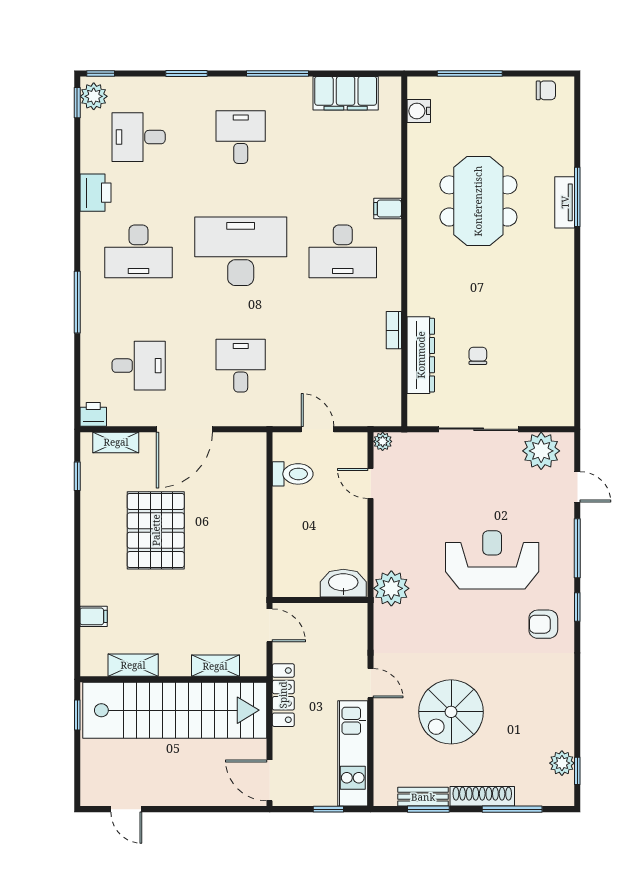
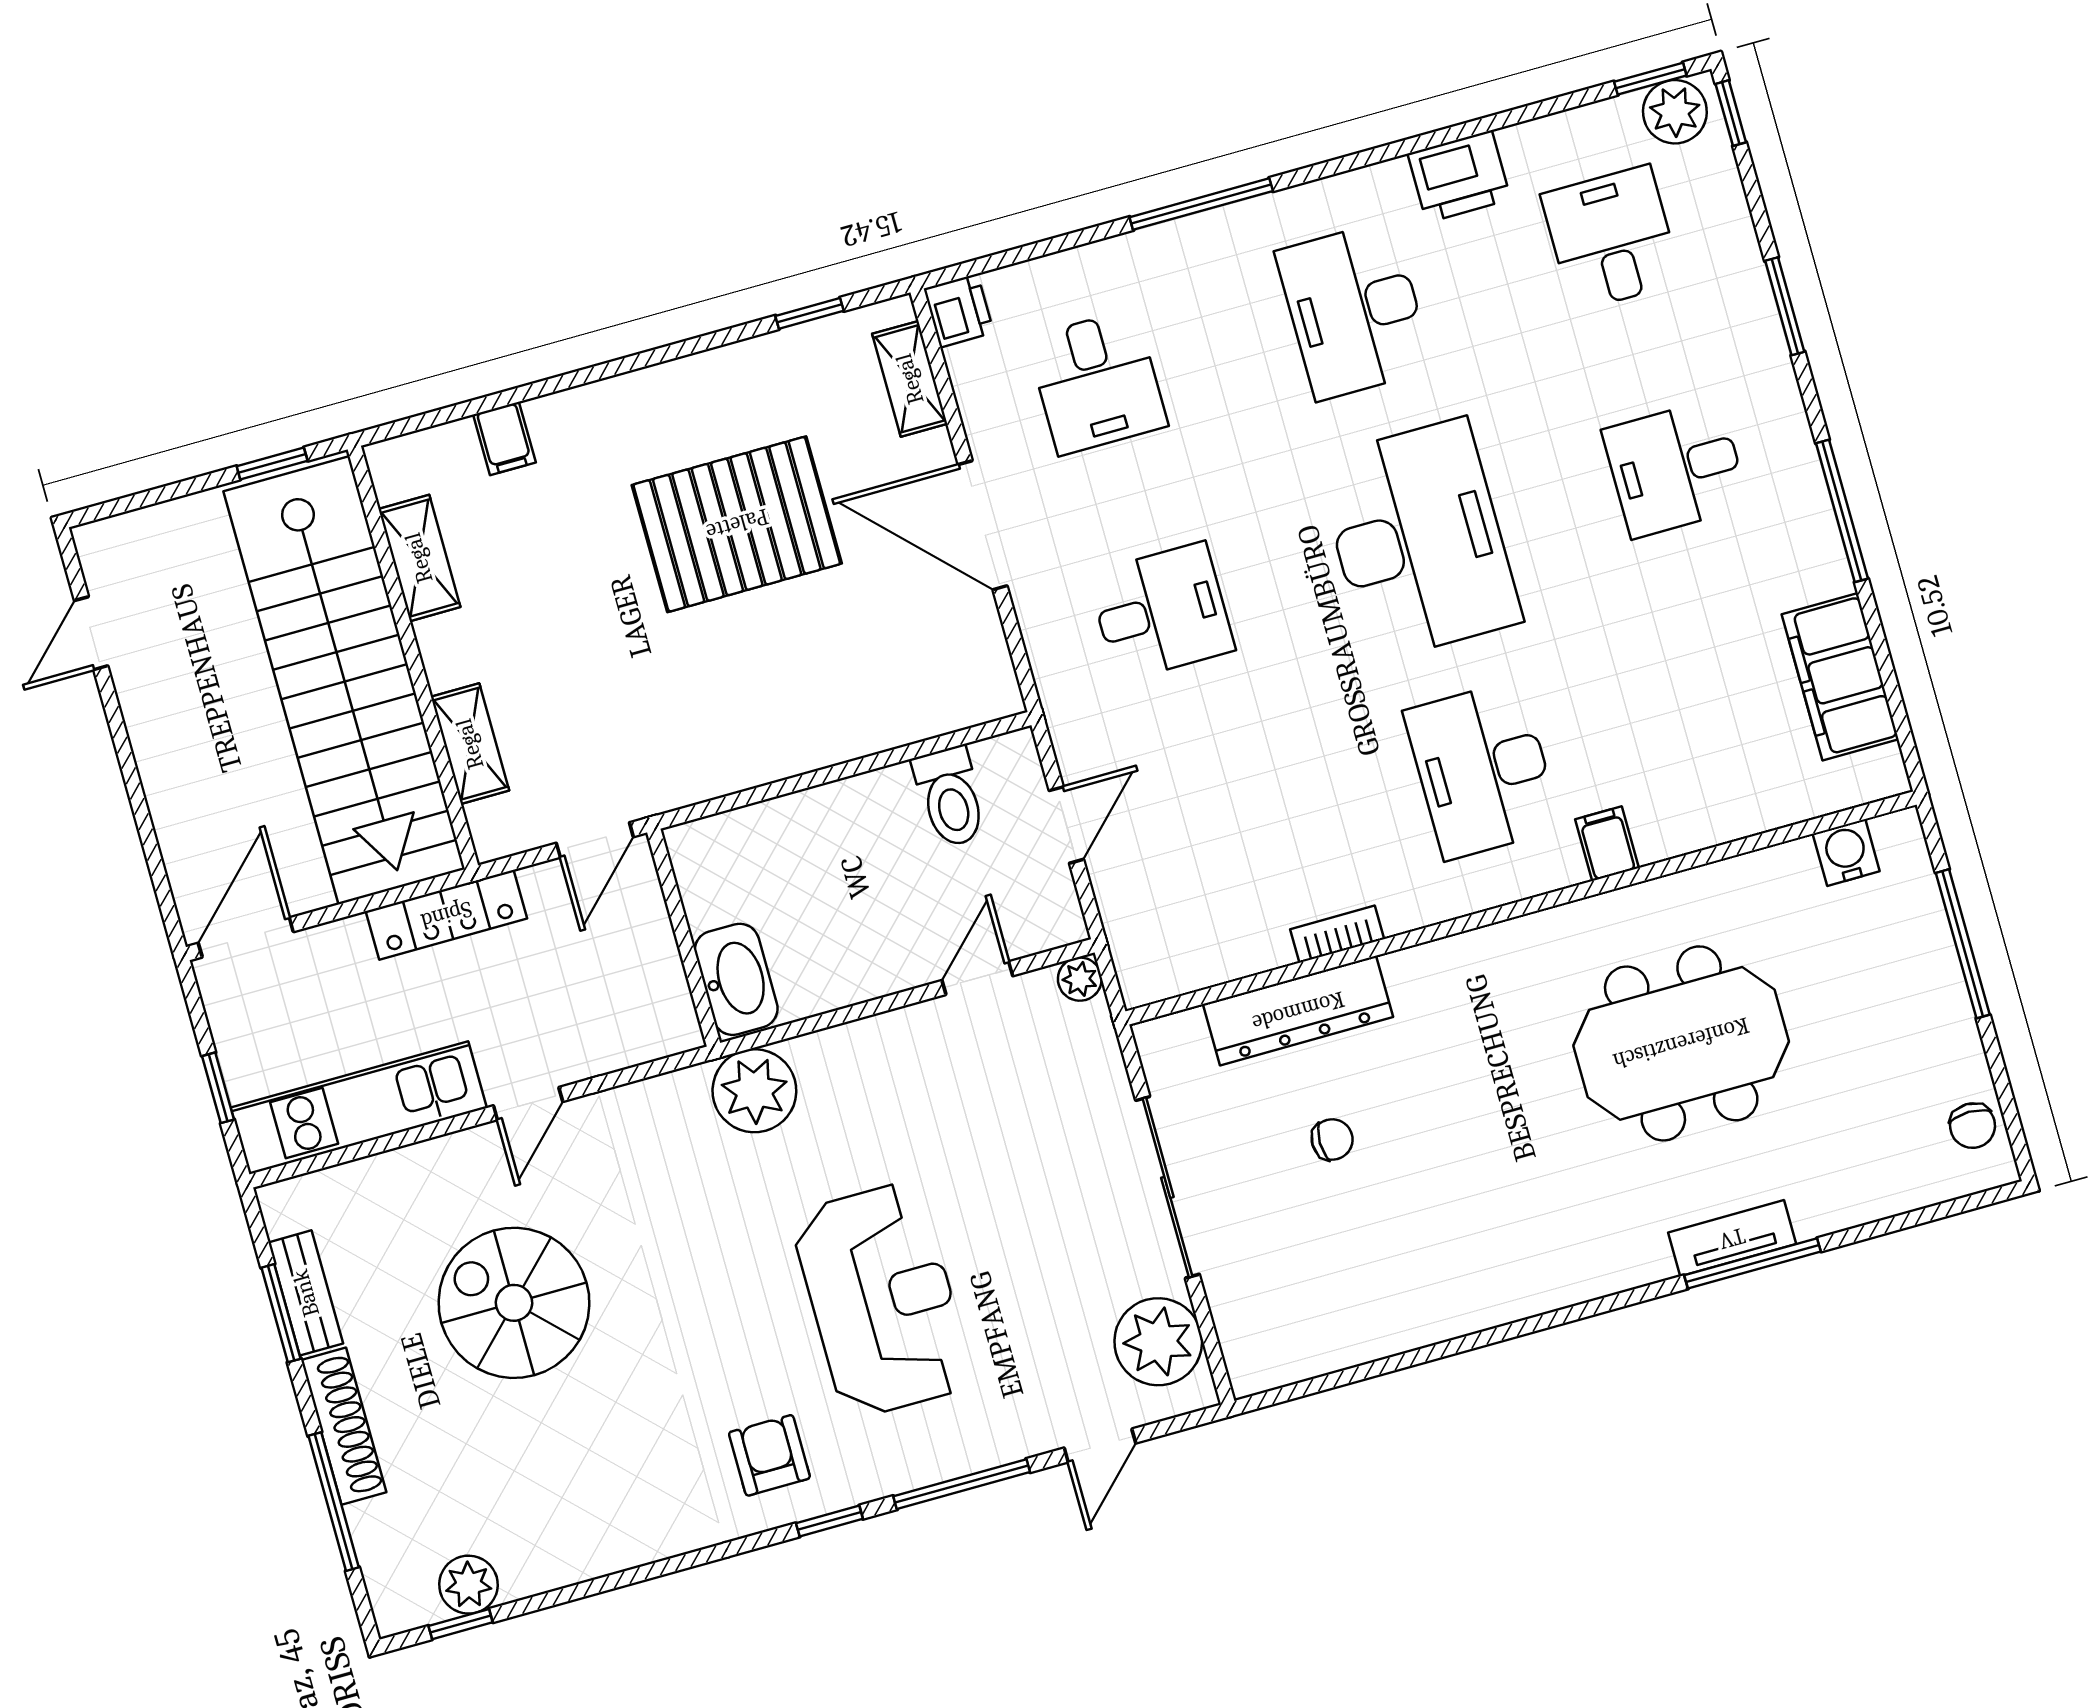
desk: (241, 137) -> (1676, 468), turned 180

